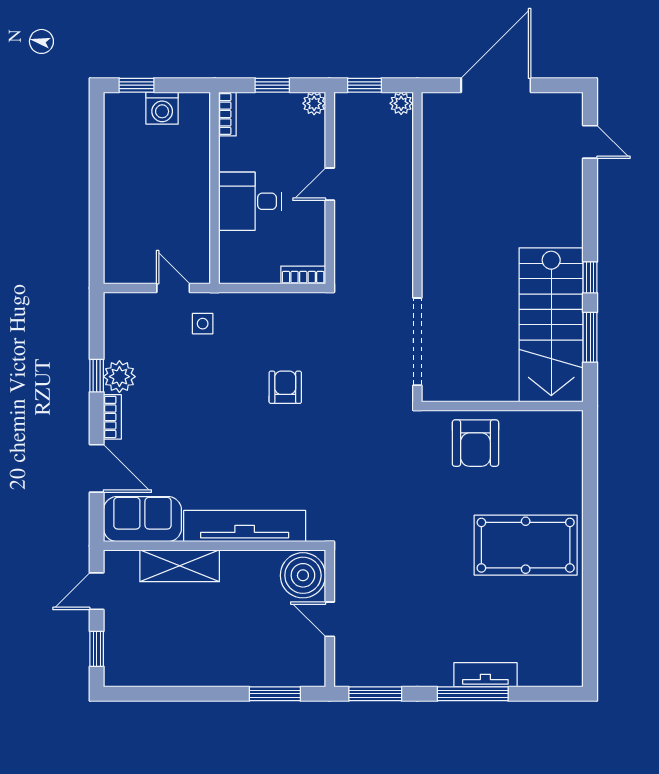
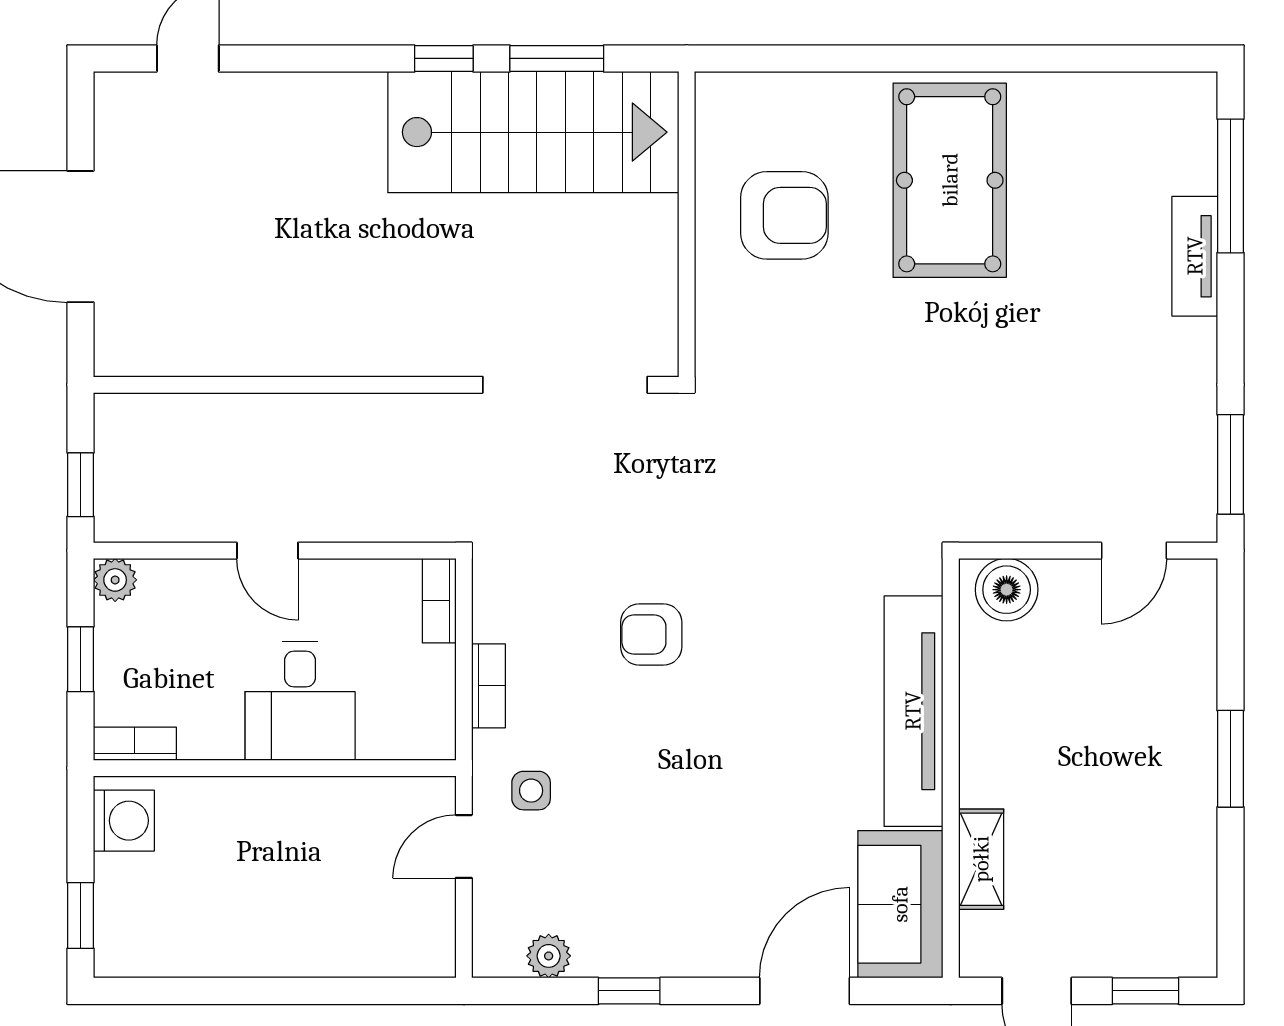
plant: (401, 103) -> (115, 416), removed
washing machine: (162, 108) -> (124, 821), moved
plant: (119, 377) -> (549, 956), moved, width x0.73, depth x0.73
bookcase: (112, 417) -> (488, 686), moved, turned 90
armchair: (475, 443) -> (784, 215), moved
shelving: (180, 566) -> (981, 859), width x0.67, depth x0.75
boiler: (303, 575) -> (1007, 590), width x0.73, depth x0.73
door: (330, 619) -> (1134, 551), moved
window: (275, 694) -> (1230, 759), moved
window: (473, 694) -> (1230, 186), moved

